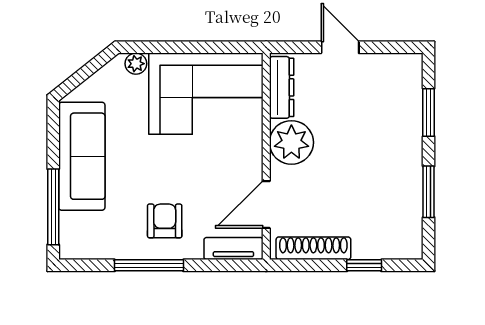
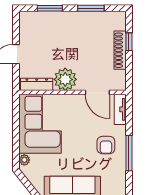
armchair: (165, 221) -> (106, 145), turned -90
shoe rack: (313, 248) -> (120, 50), moved

